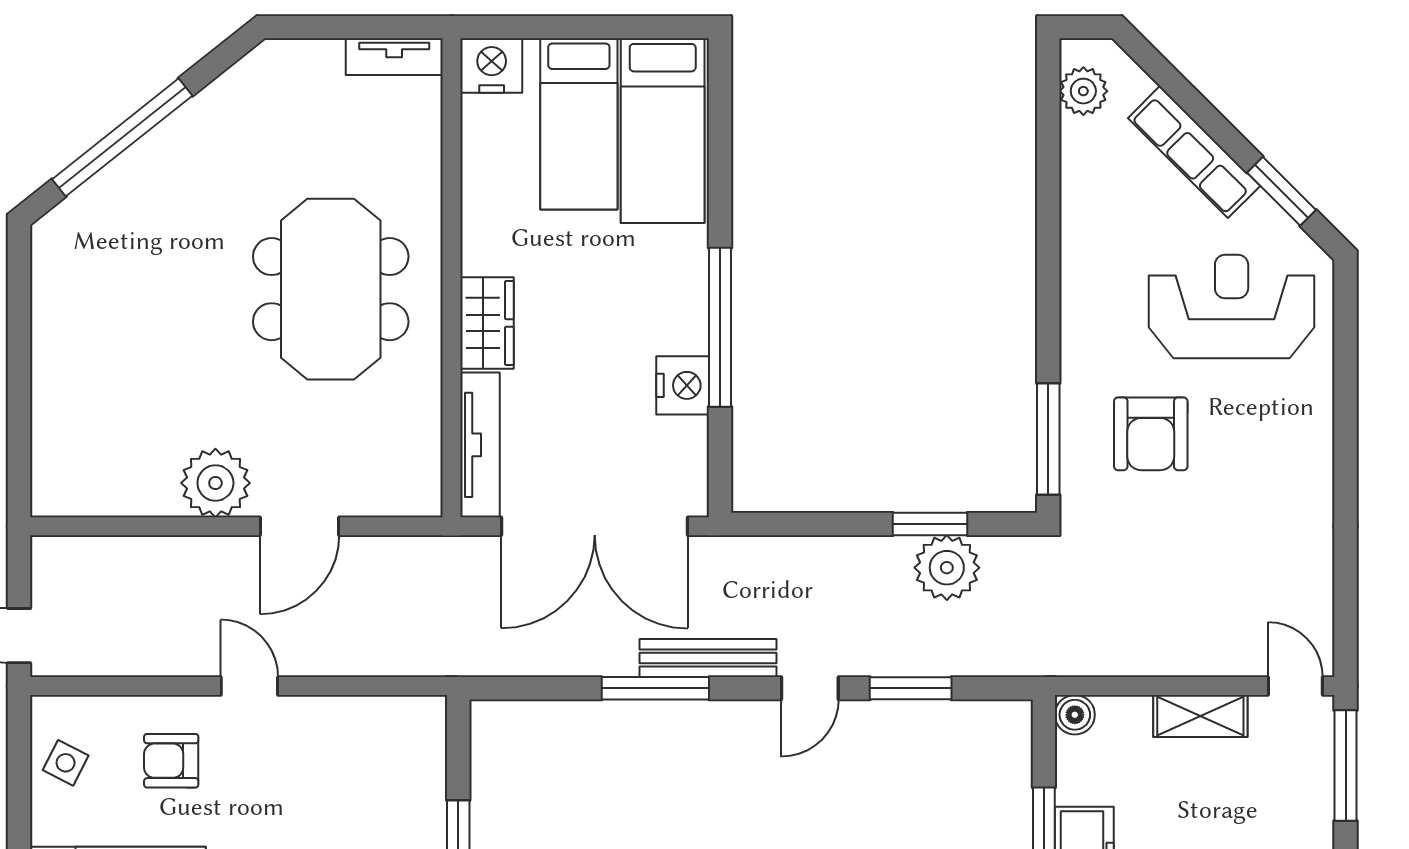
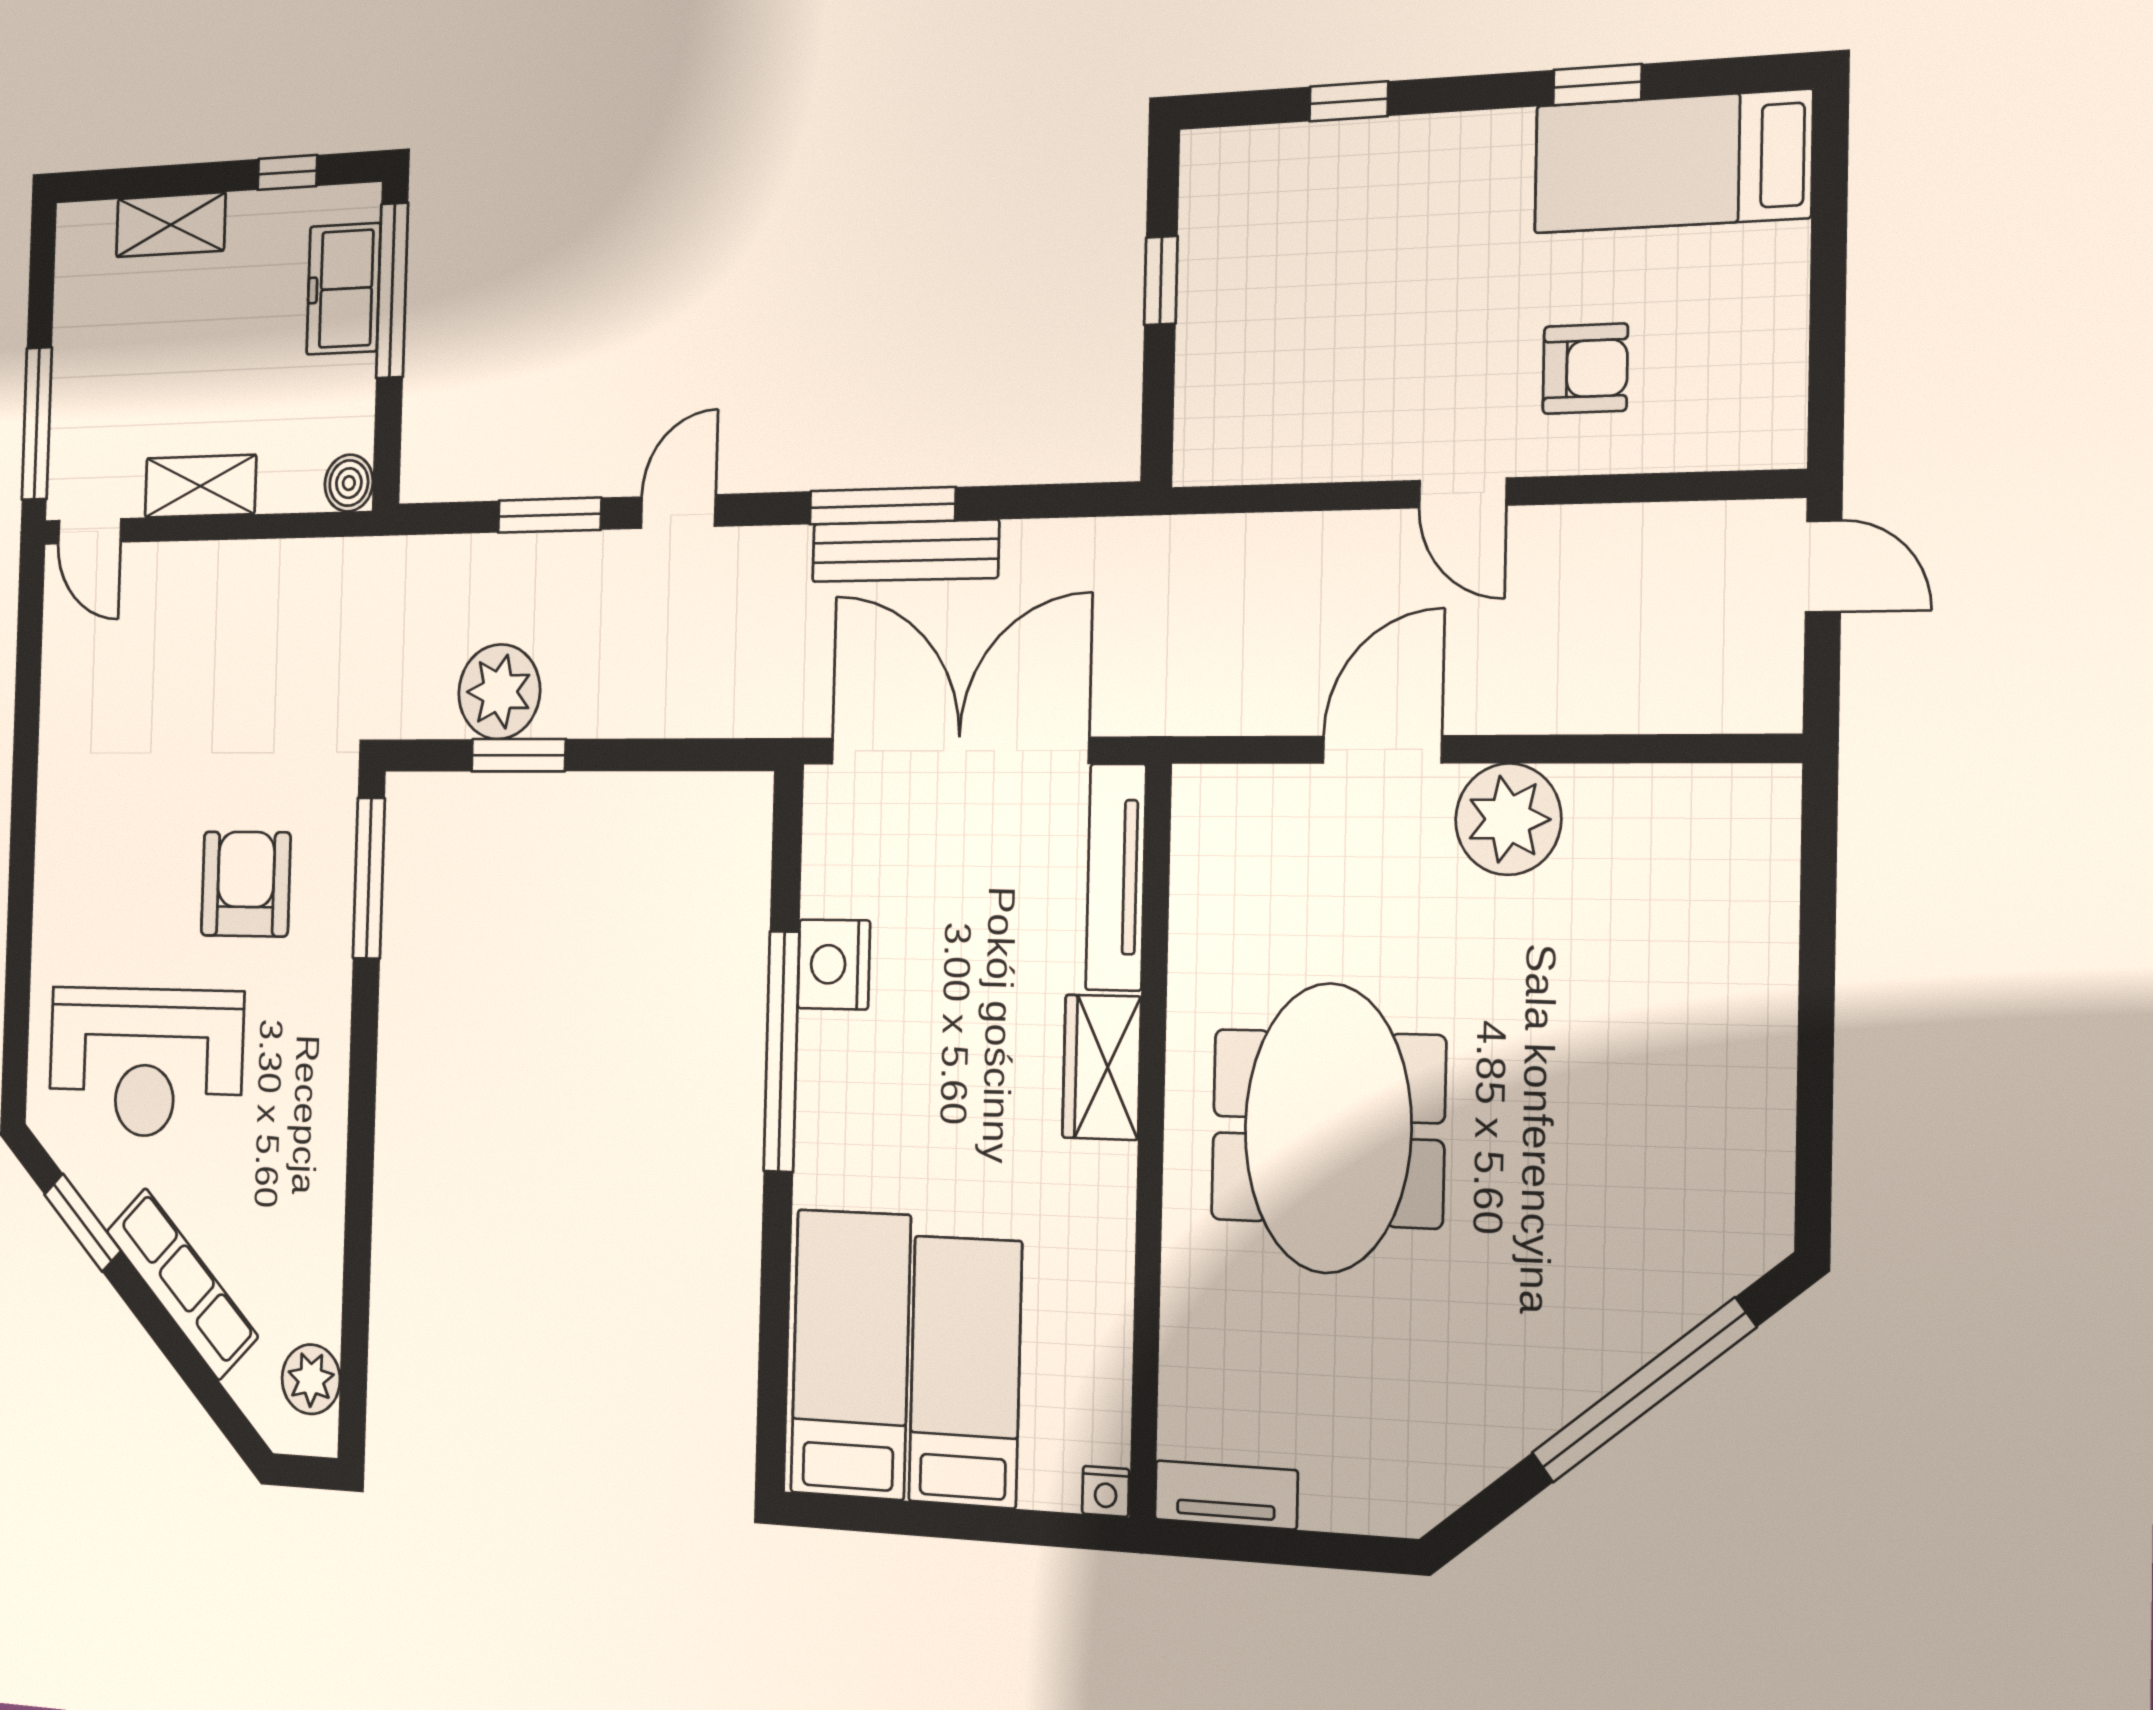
nightstand: (492, 66) -> (1106, 1491), width x0.53, depth x0.56
bench: (708, 658) -> (905, 551), moved
side table: (66, 763) -> (1752, 359), removed

